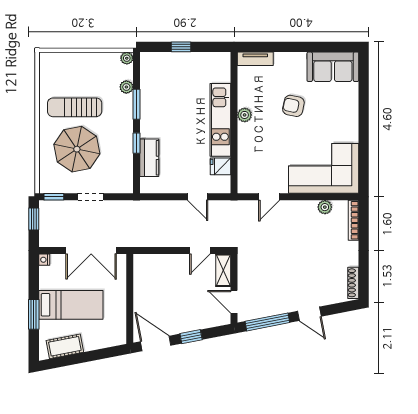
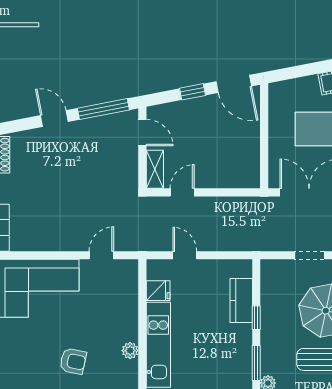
plant: (325, 207) -> (36, 243), removed

